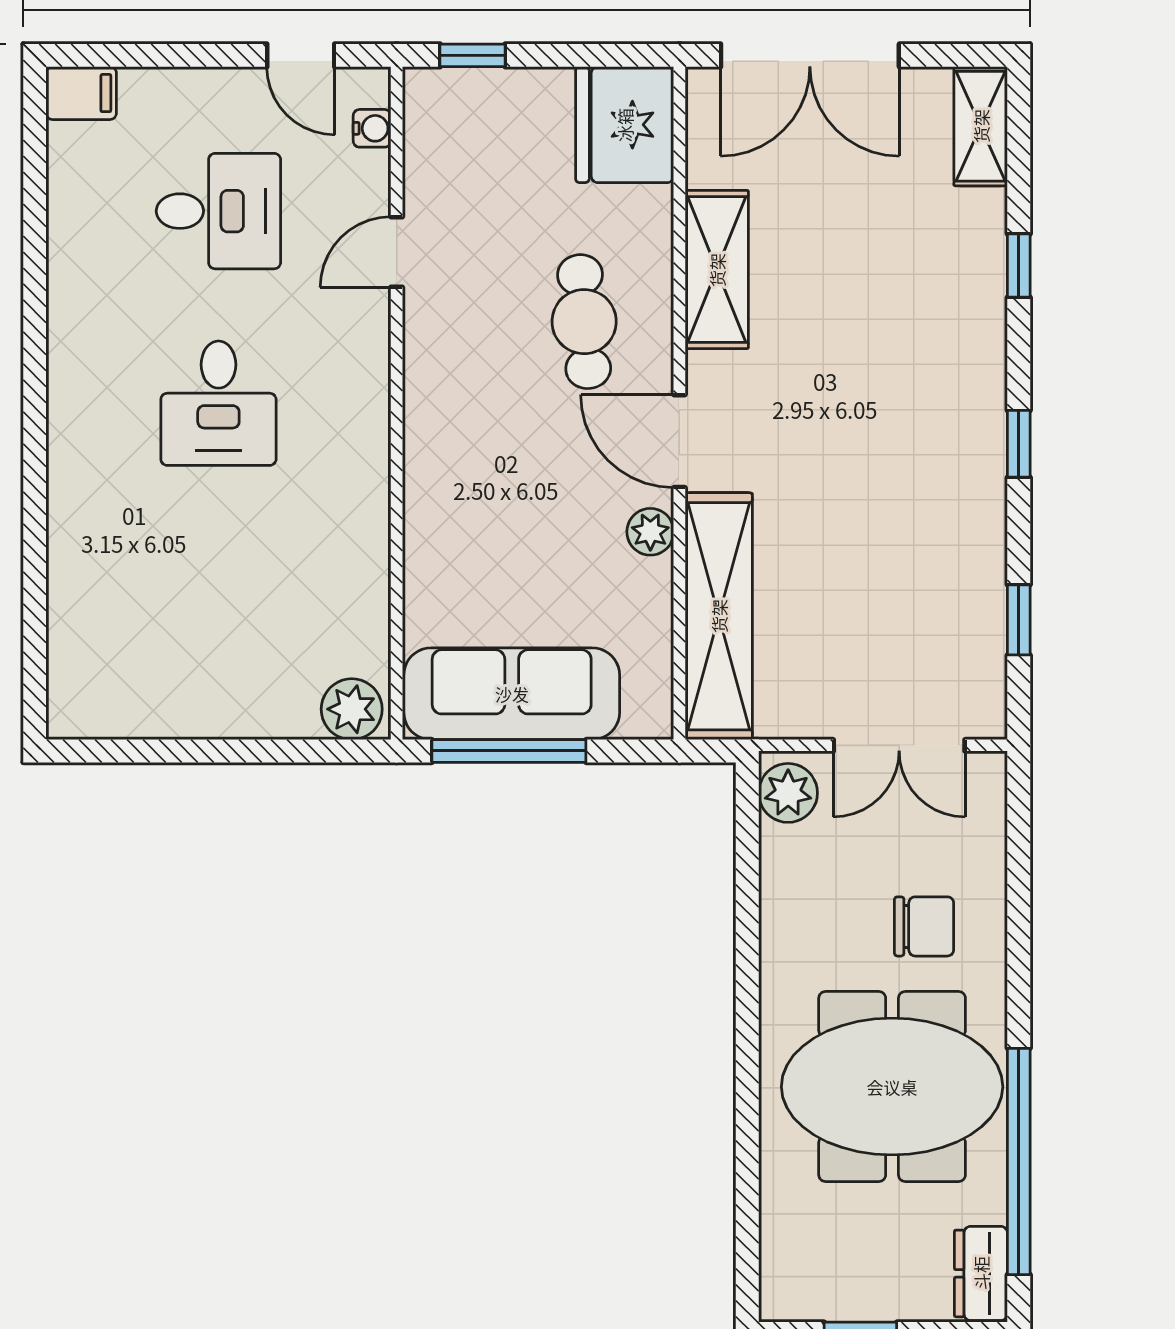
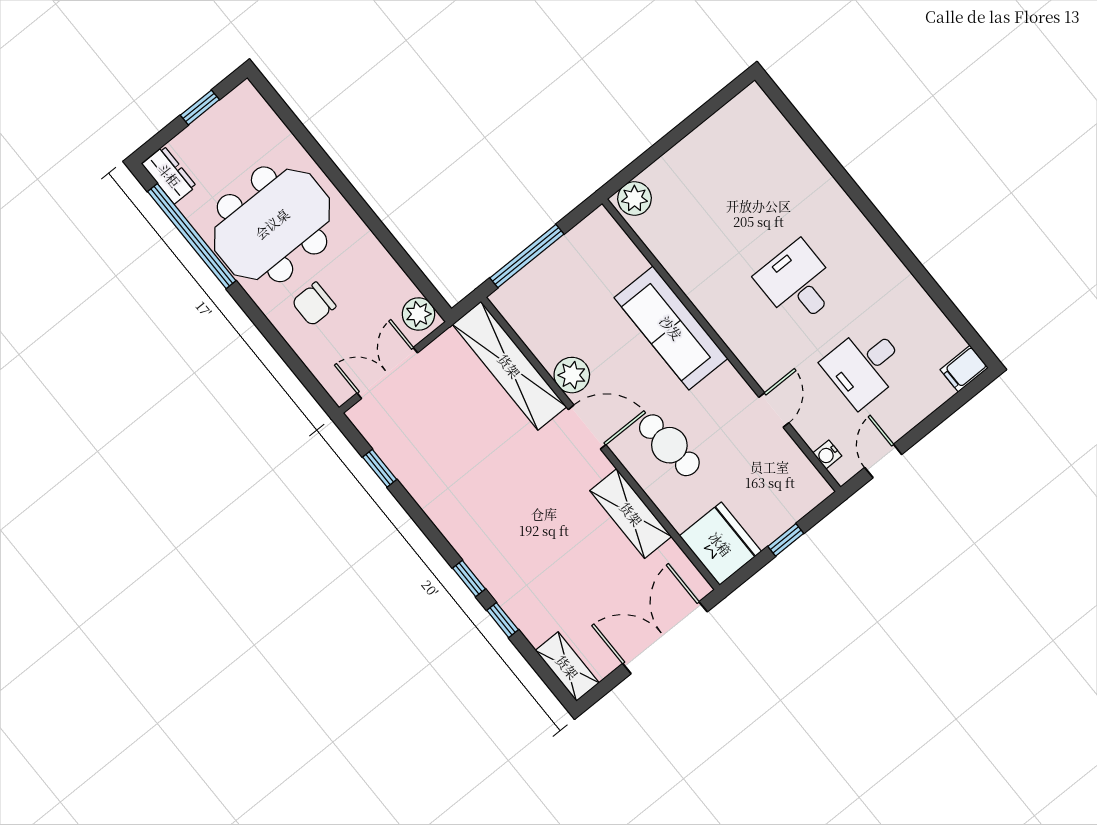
door: (301, 55) -> (883, 461), hinge flipped
window: (473, 55) -> (786, 540), moved
window: (1019, 444) -> (469, 579), moved
plant: (650, 532) -> (572, 375), width x1.38, depth x1.38
sofa: (512, 694) -> (671, 328), moved, turned 90
window: (509, 751) -> (527, 256), moved

